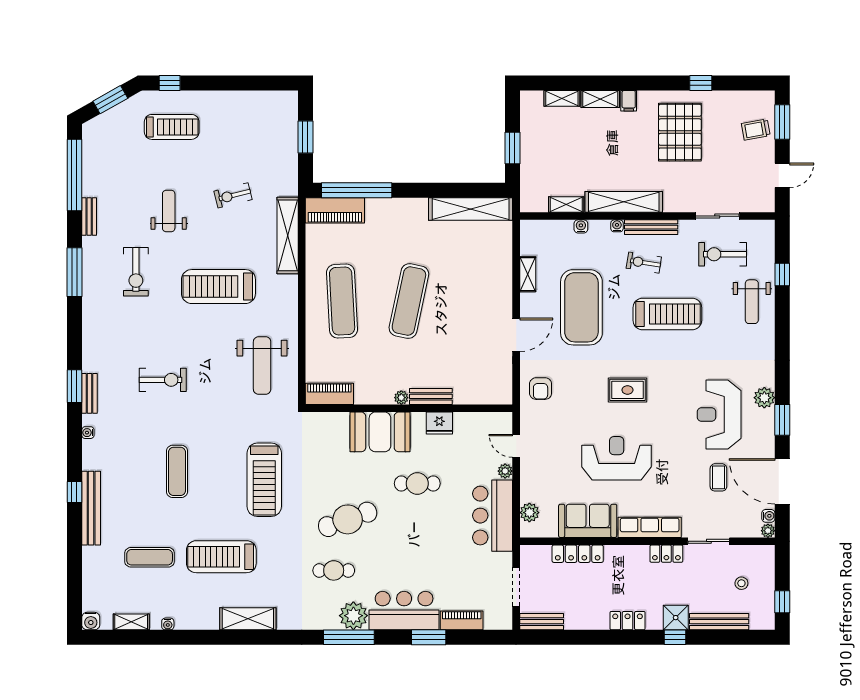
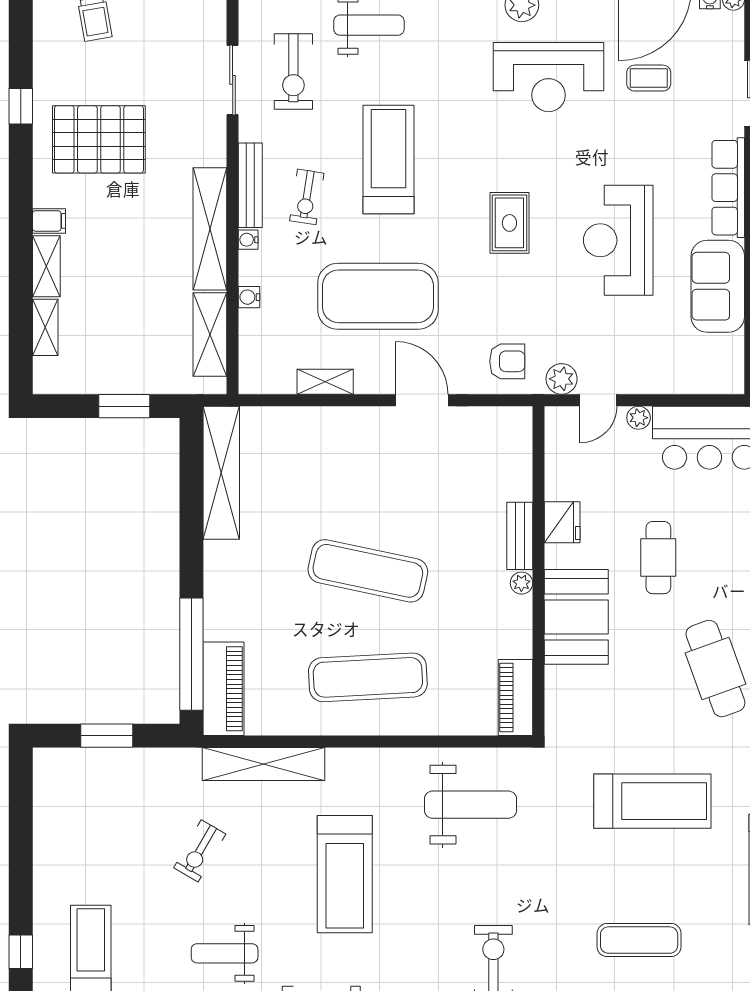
exercise bike: (233, 195) -> (200, 851), turned 44
shelving: (566, 204) -> (210, 335), width x1.50, depth x1.33
plant: (529, 513) -> (562, 379), moved

